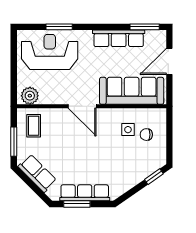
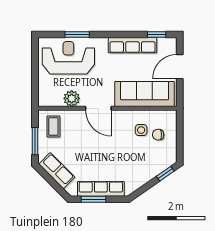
window: (145, 27) -> (157, 34), width x0.67
plant: (30, 96) -> (72, 98), moved

